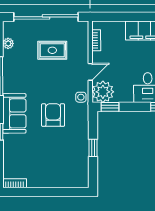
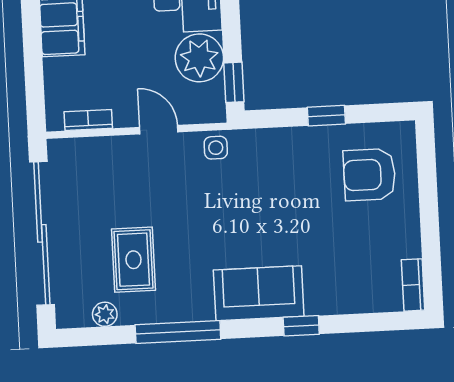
rug: (52, 50) -> (133, 260), moved
plant: (103, 92) -> (199, 58), moved
armchair: (53, 115) -> (370, 175), moved

